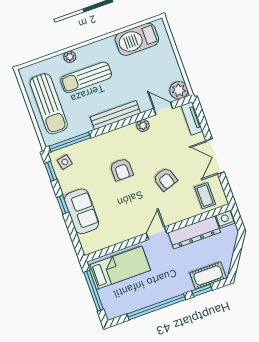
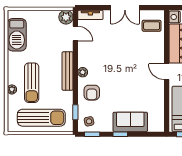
door: (163, 109) -> (75, 34), swing flipped
plant: (143, 126) -> (83, 72), moved
window: (70, 142) -> (75, 112), width x0.46
armchair: (122, 169) -> (92, 93), moved, turned 90
armchair: (165, 179) -> (129, 51), removed

